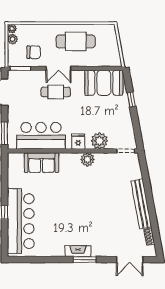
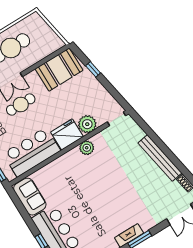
fridge: (78, 142) -> (67, 134), width x1.88, depth x1.34
sofa: (41, 163) -> (30, 197), moved, turned -90

